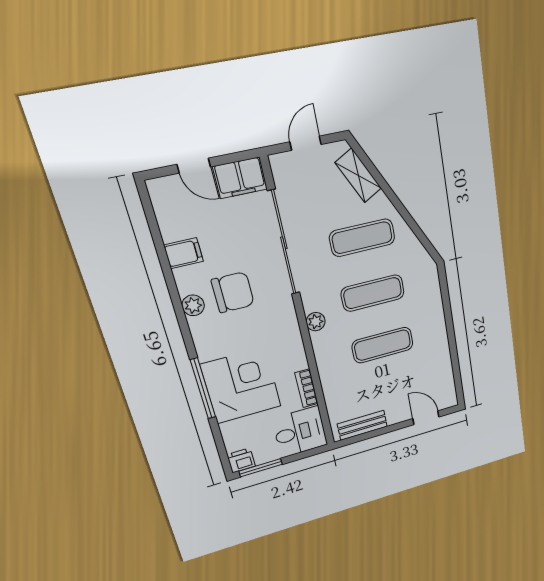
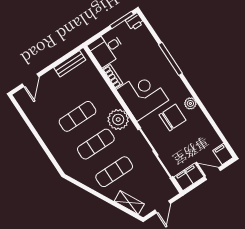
filing cabinet: (184, 253) -> (223, 154), moved, turned 90
chair: (233, 292) -> (173, 118), turned 180
plant: (316, 322) -> (118, 119), width x1.88, depth x1.88
corner desk: (241, 386) -> (142, 95), moved, turned 180
door: (426, 418) -> (30, 80), hinge flipped

